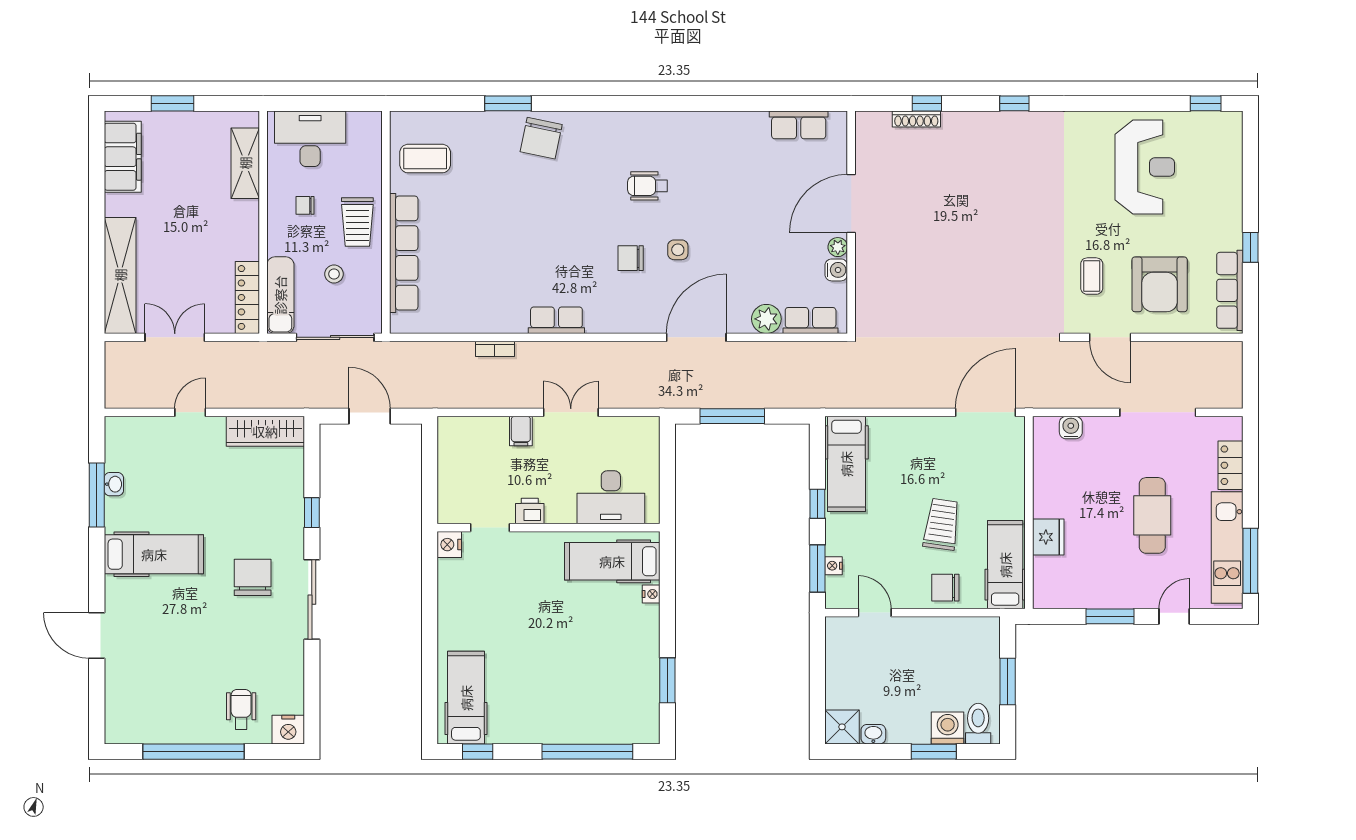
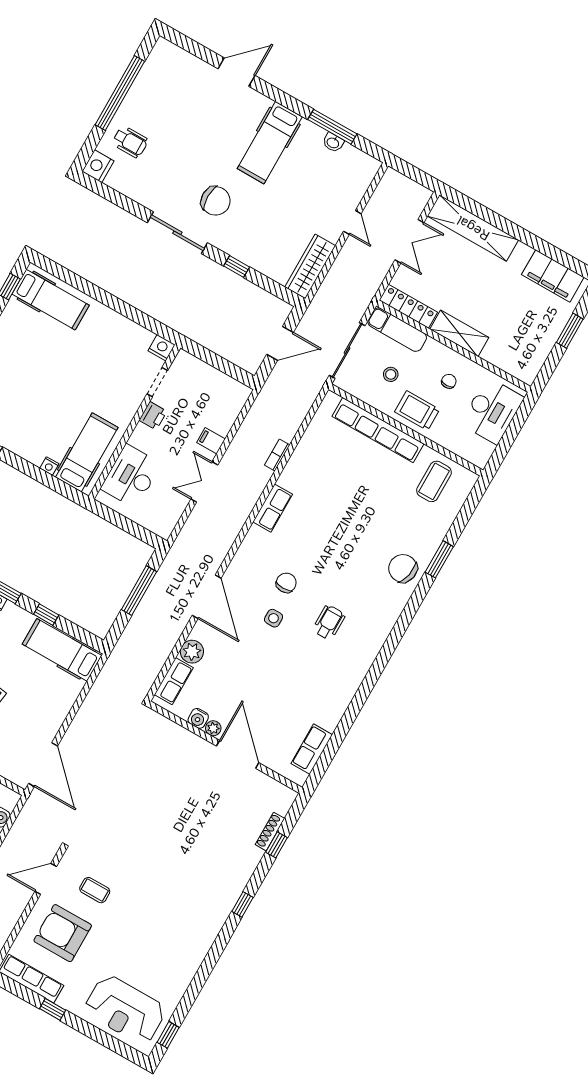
shelving: (245, 163) -> (459, 333), moved
reception desk: (1145, 167) -> (125, 1010), moved
double door: (571, 412) -> (204, 482), swing flipped

